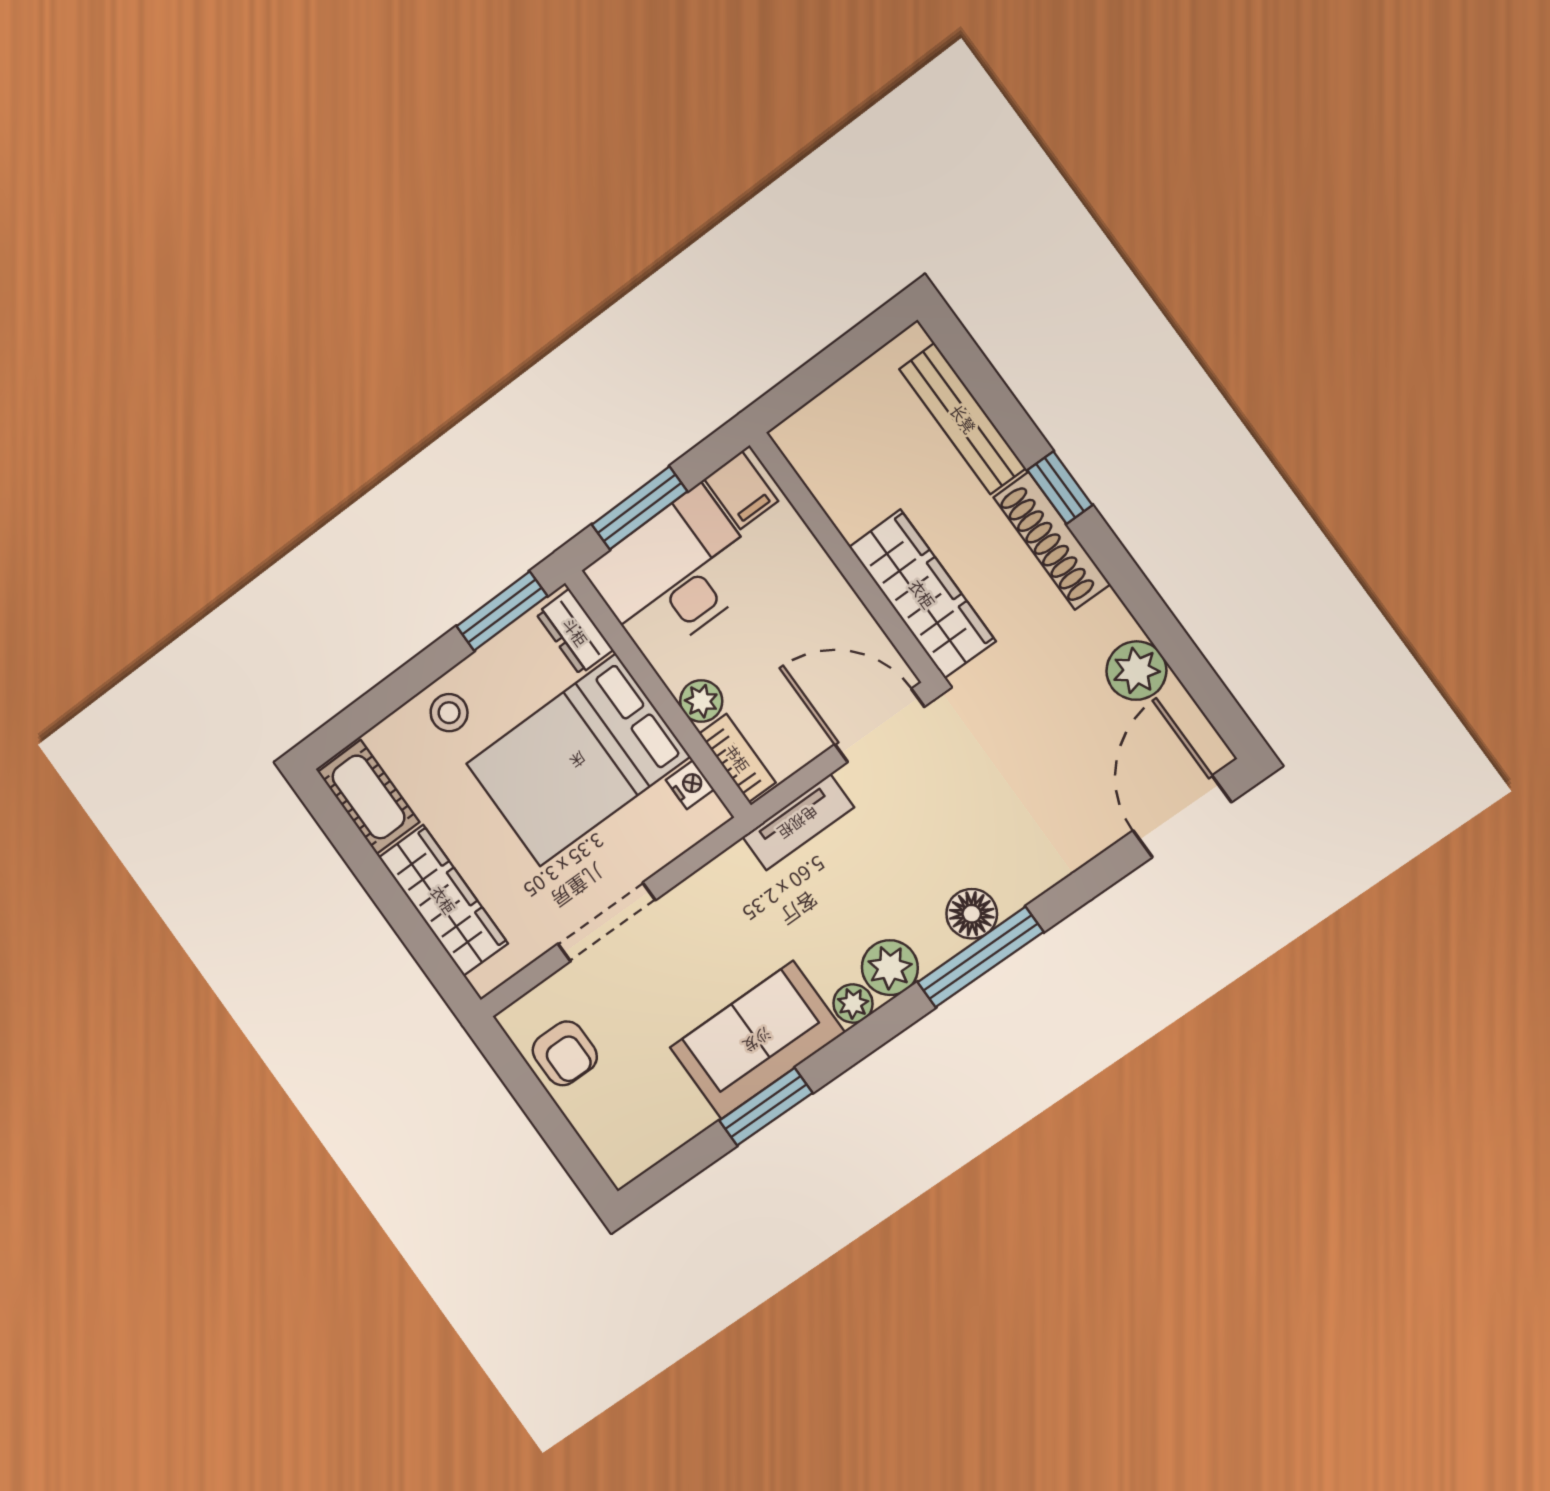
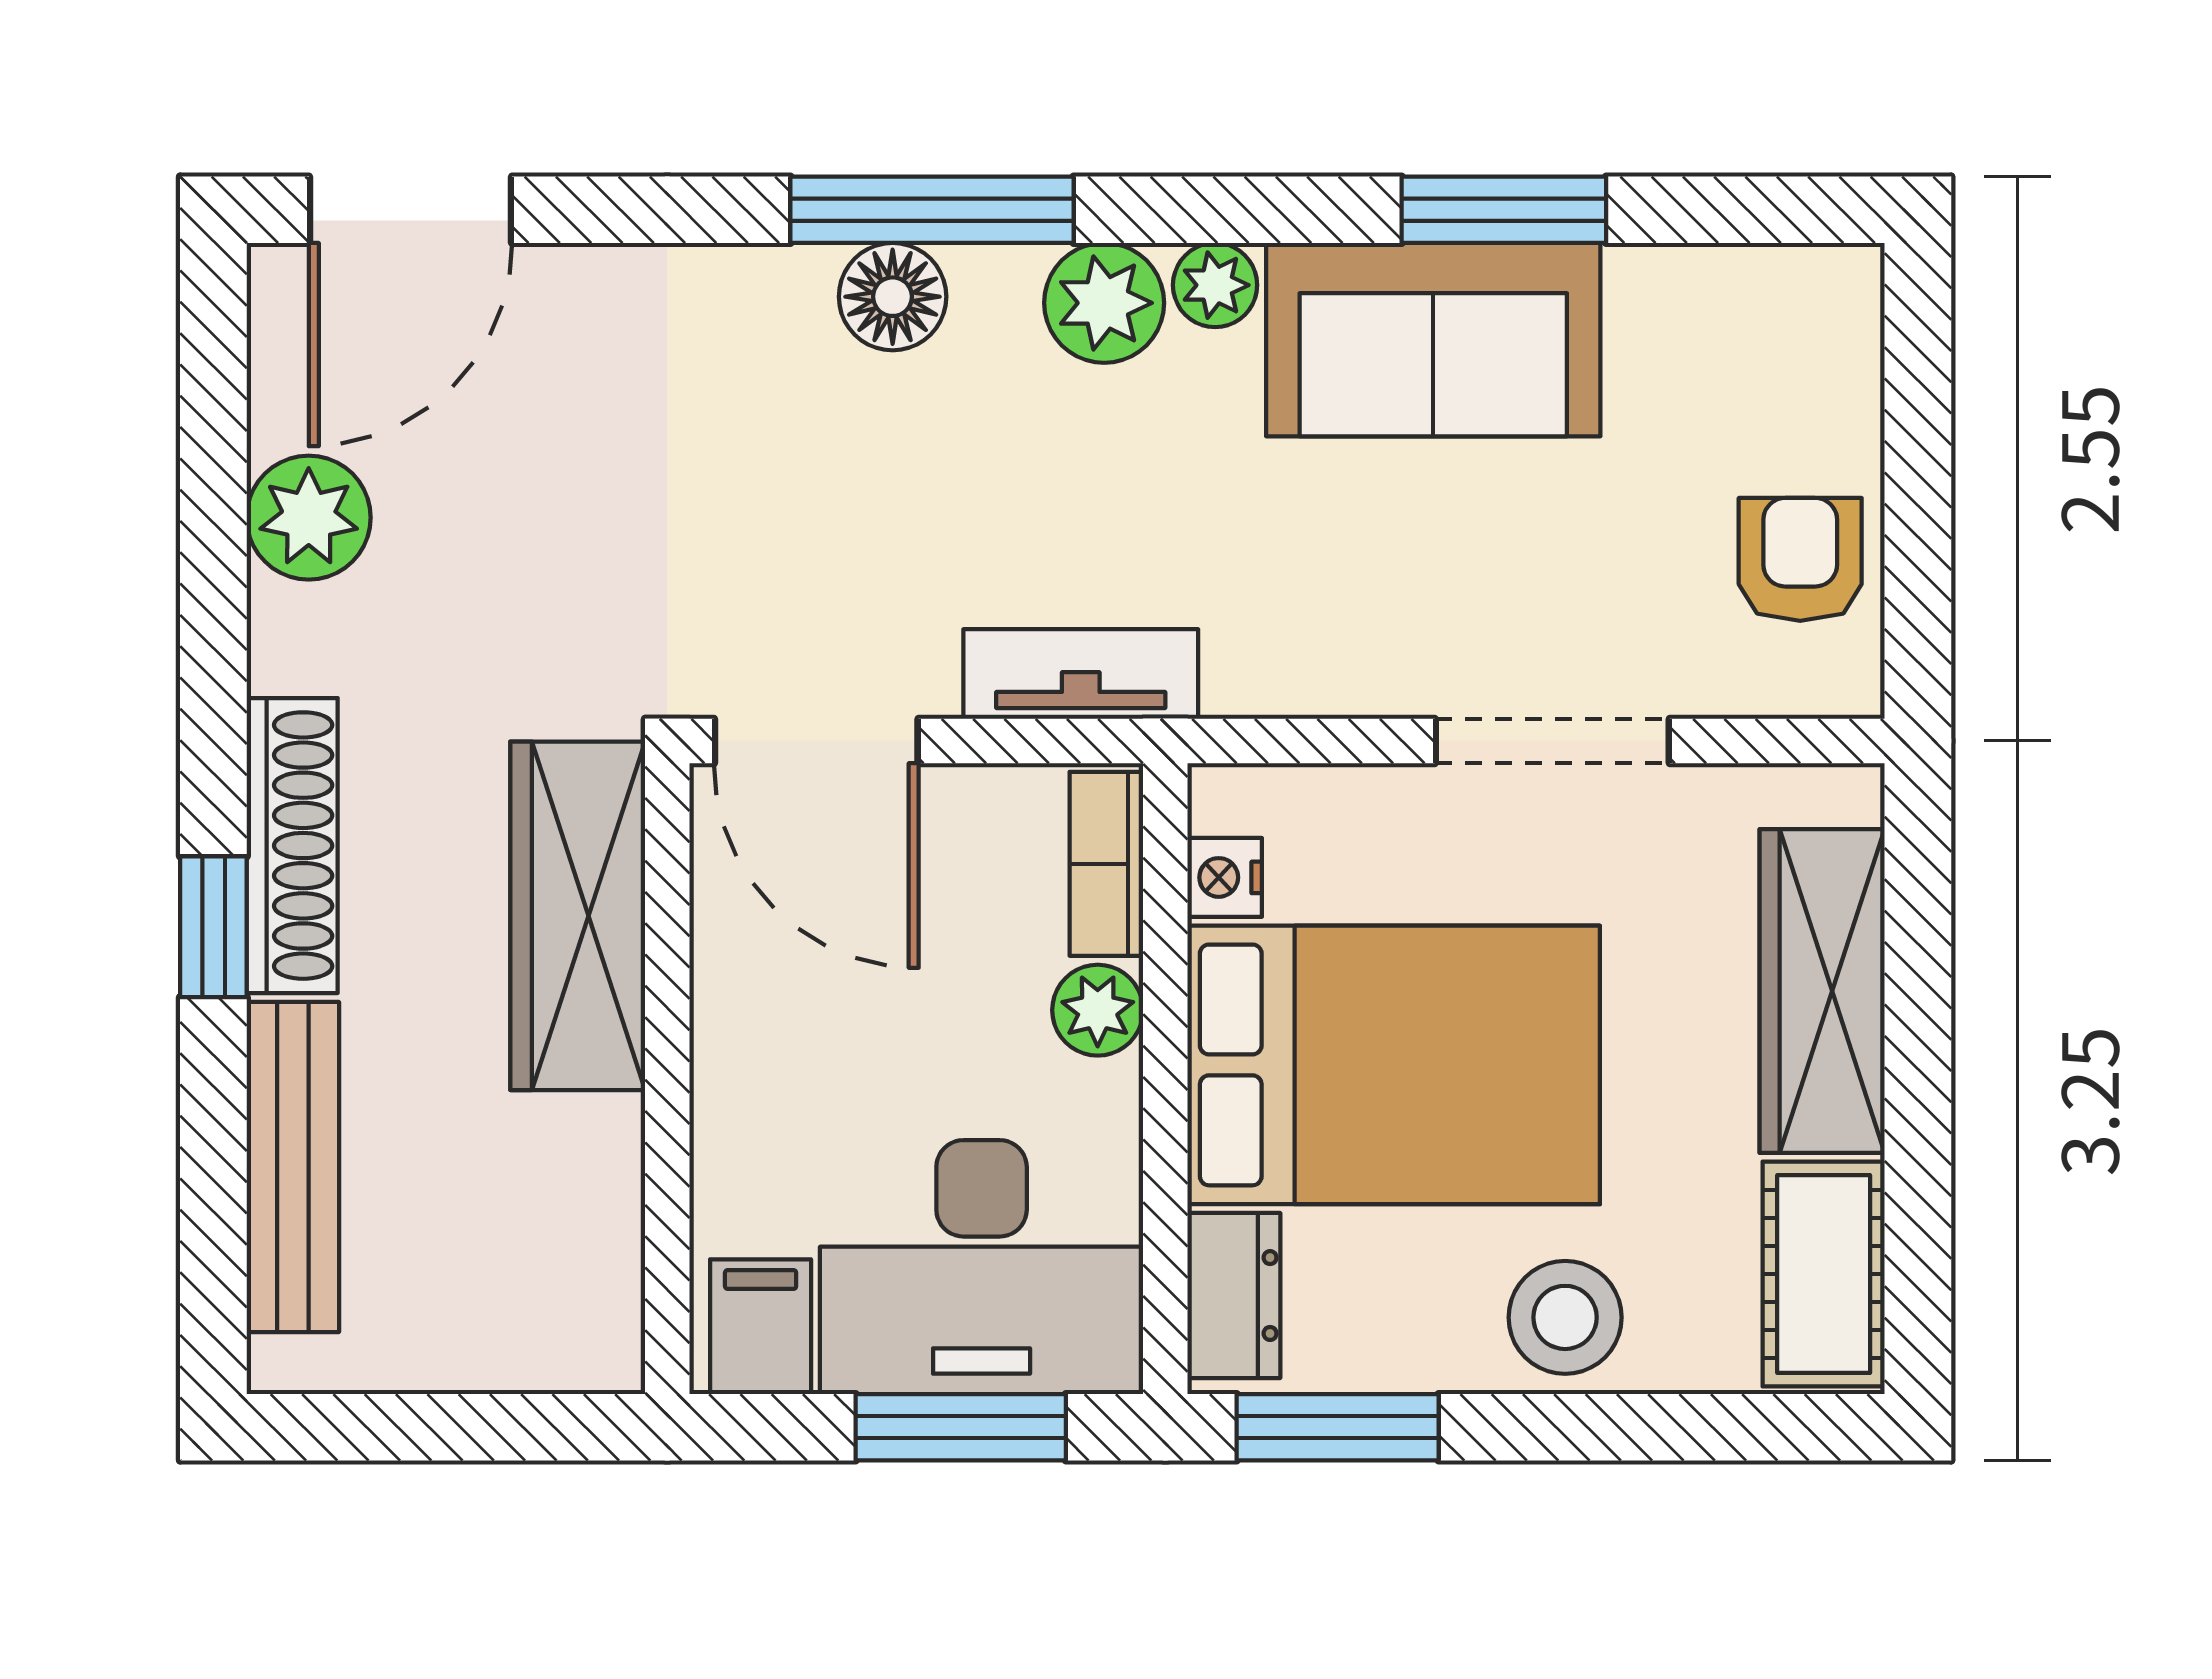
stool: (449, 713) -> (1565, 1317), width x1.37, depth x1.37

